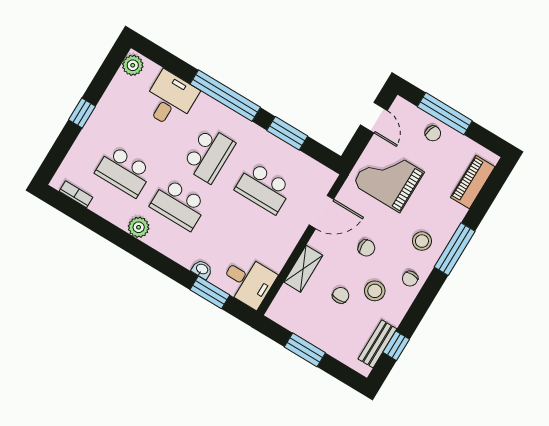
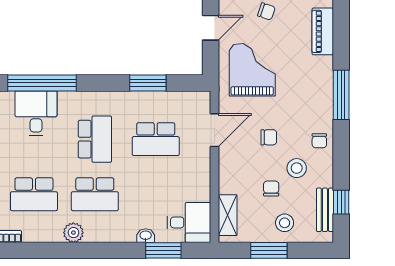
window: (225, 96) -> (42, 83), moved
door: (374, 118) -> (211, 28), hinge flipped
grand piano: (388, 178) -> (252, 70), turned 90
stool: (422, 241) -> (285, 223), moved
shelving: (303, 269) -> (228, 215), moved

